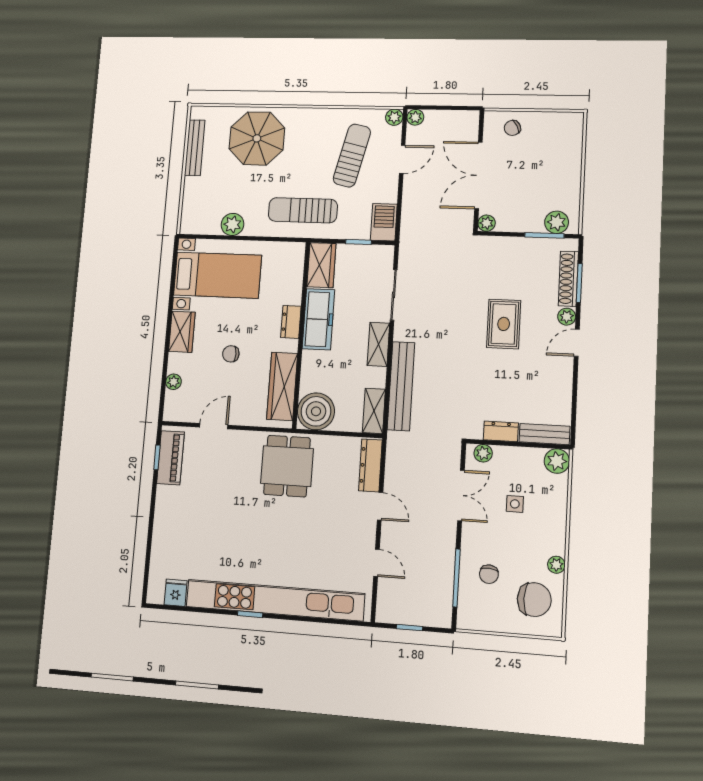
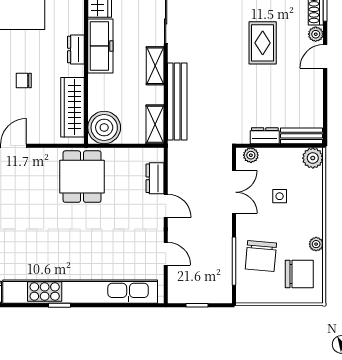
dresser: (370, 465) -> (155, 178), width x0.70
chair: (489, 574) -> (261, 256), width x1.87, depth x1.87

